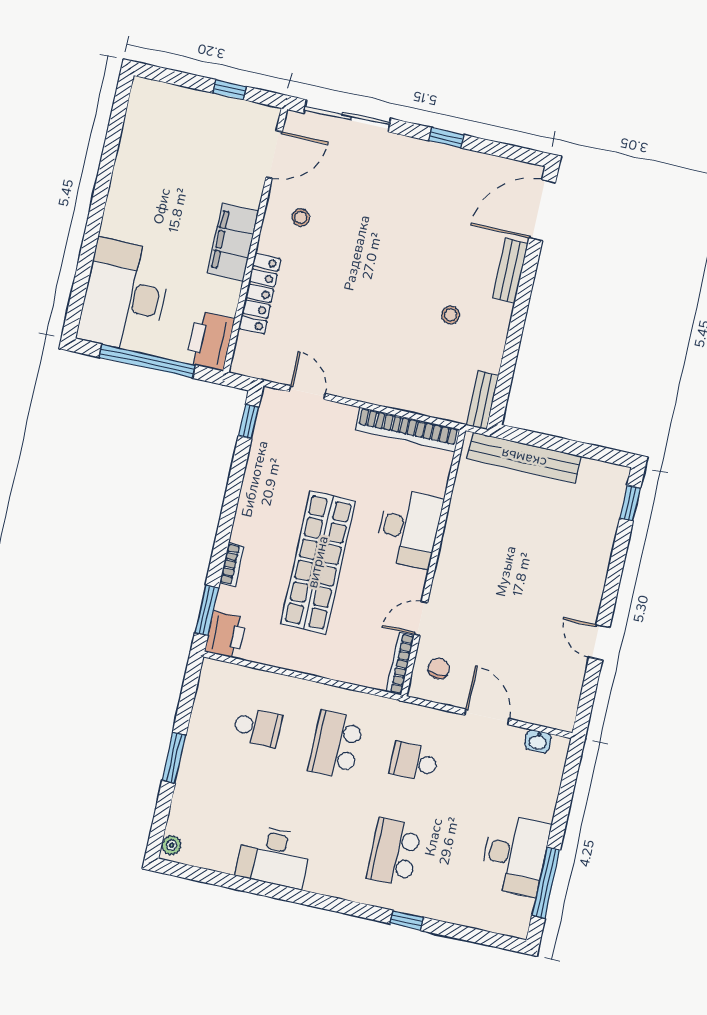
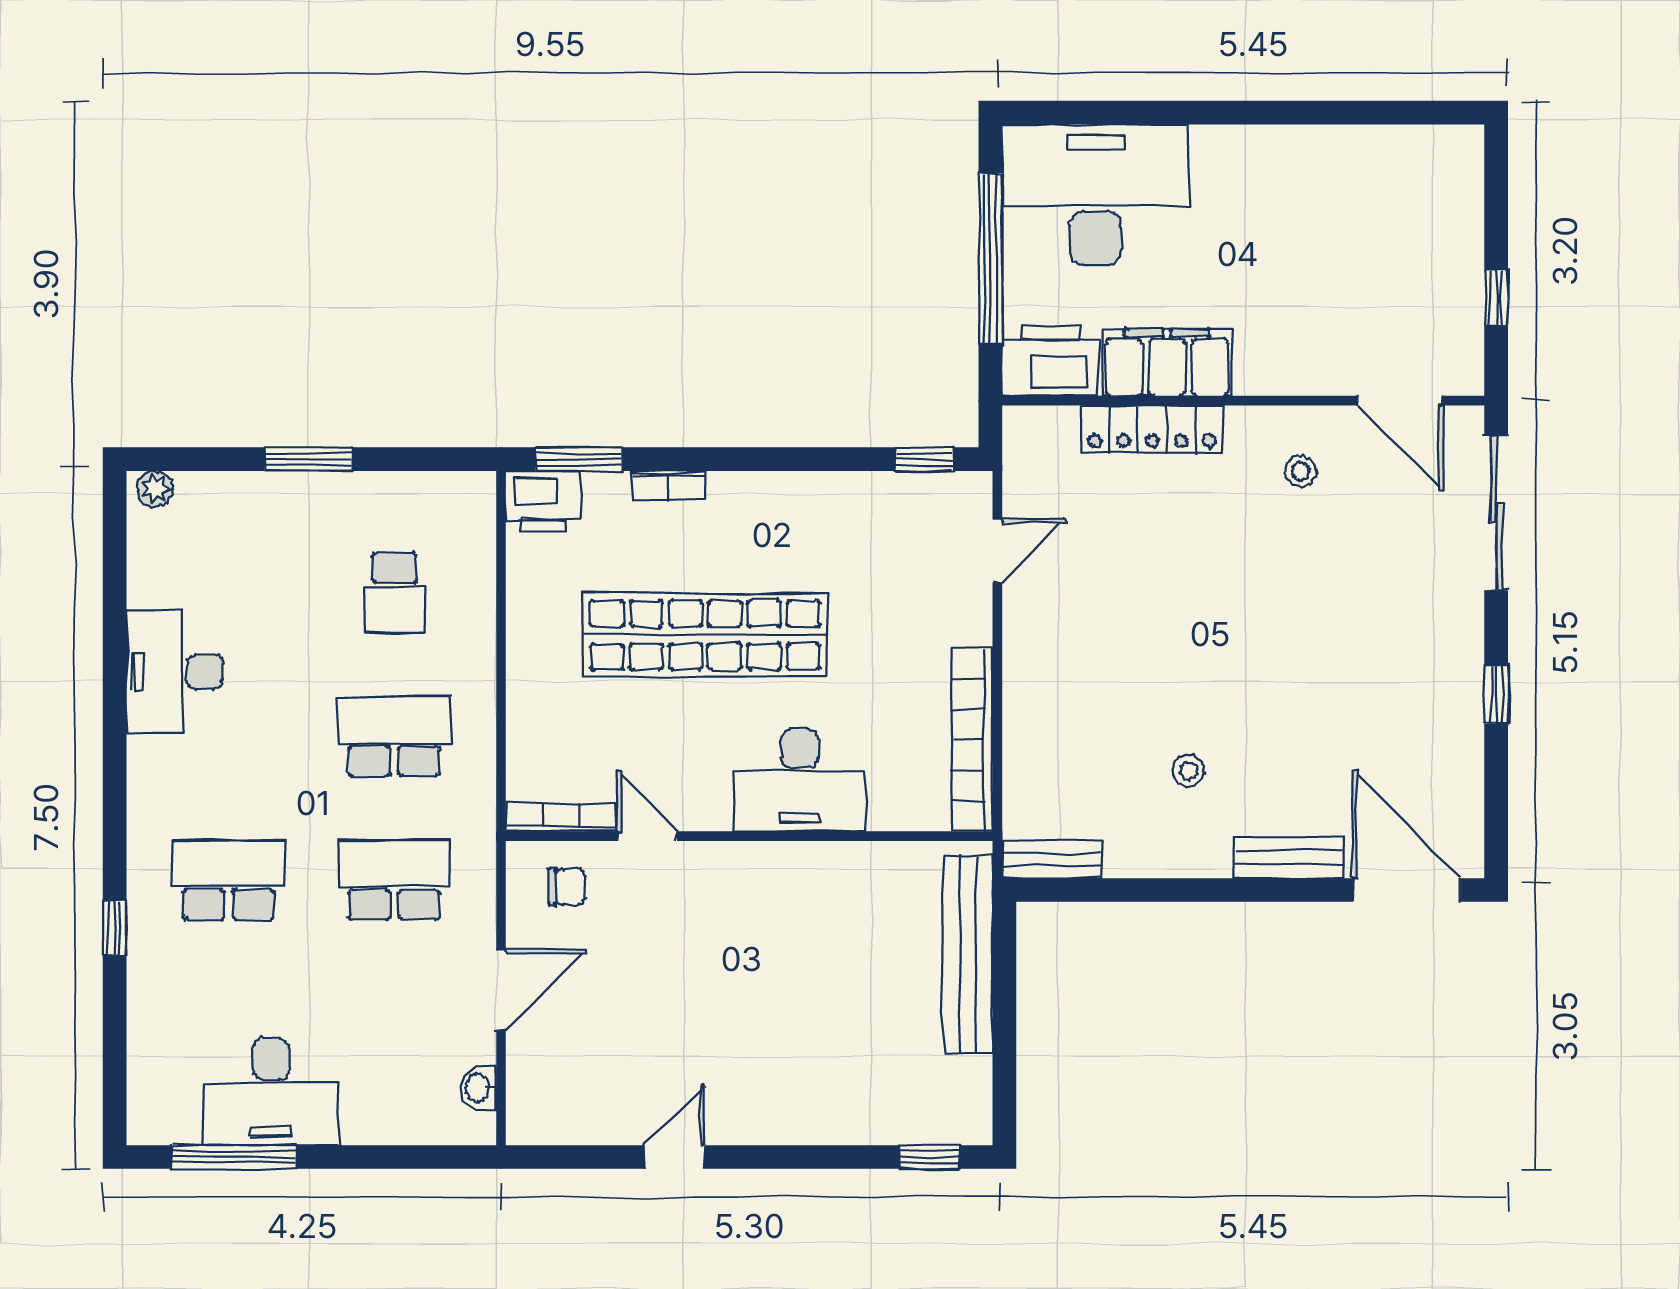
filing cabinet: (233, 242) -> (1167, 363), moved
school desk: (414, 762) -> (394, 880), width x1.85

